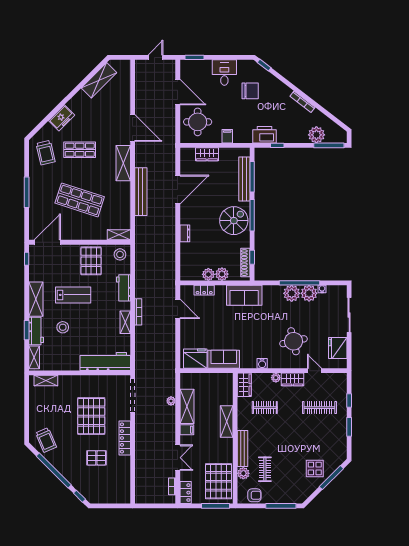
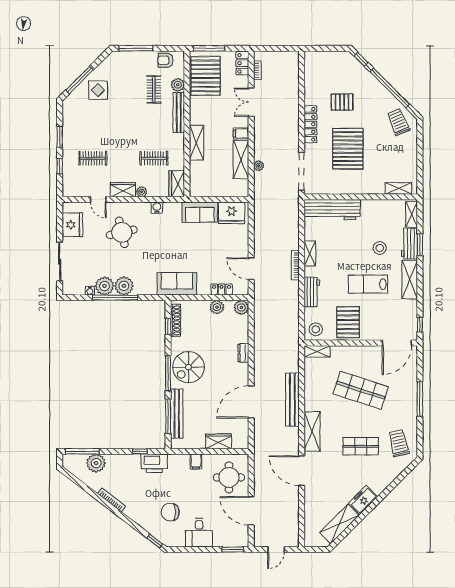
freezer: (62, 118) -> (363, 500), moved
plant: (222, 274) -> (241, 307), moved
clothes rail: (319, 408) -> (93, 158), width x0.73

